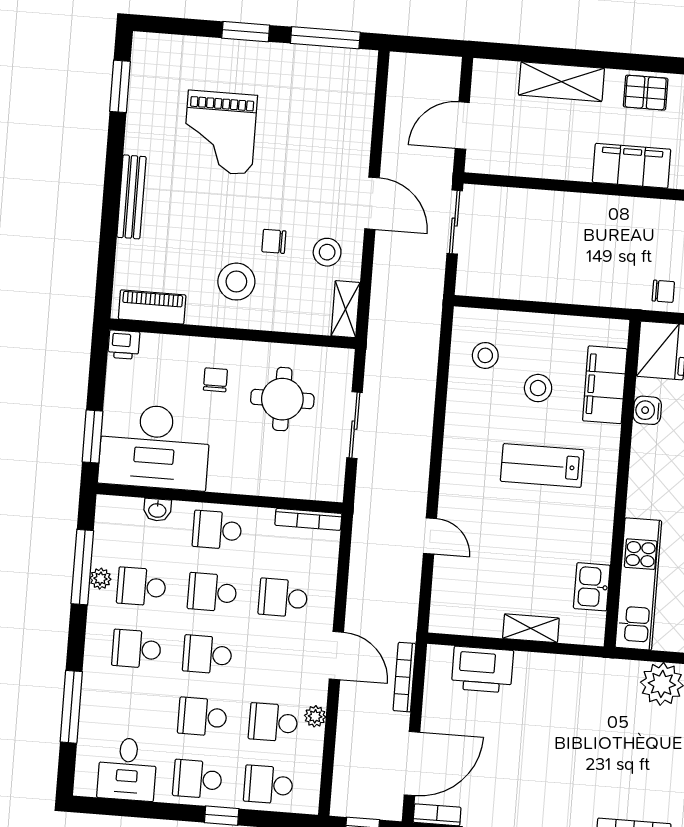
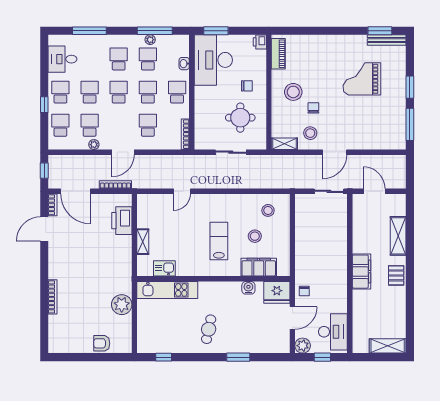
bench: (131, 197) -> (387, 40), moved

